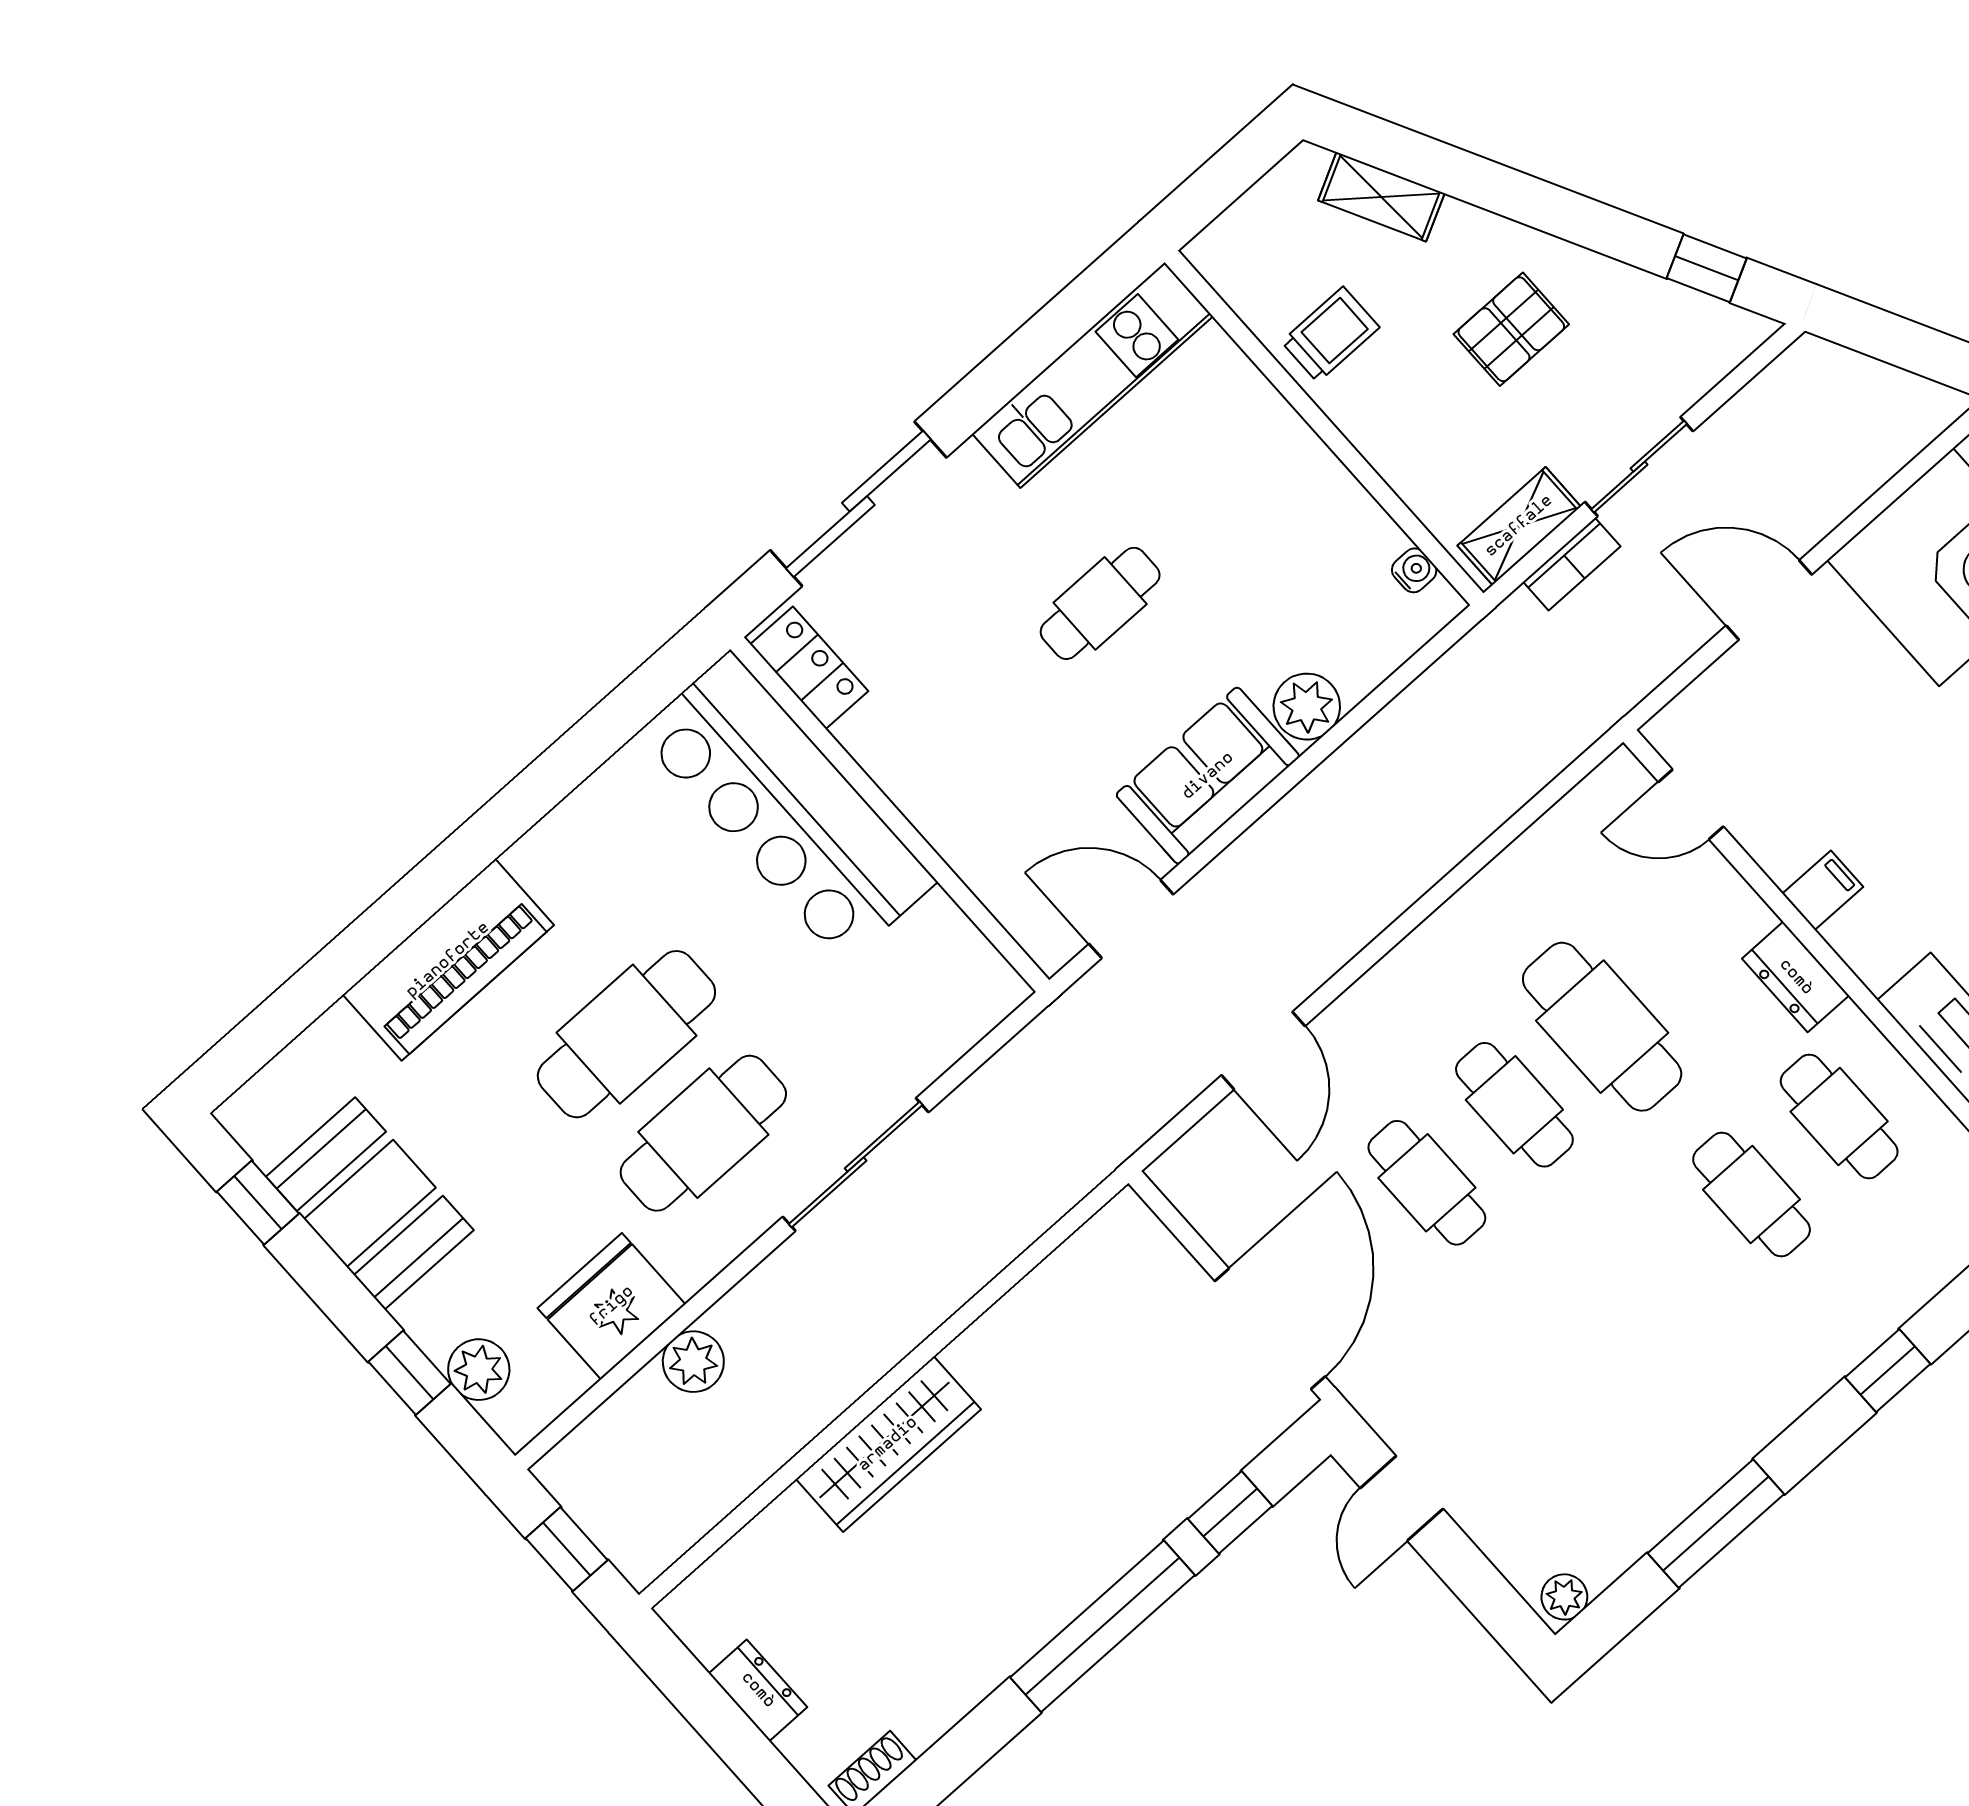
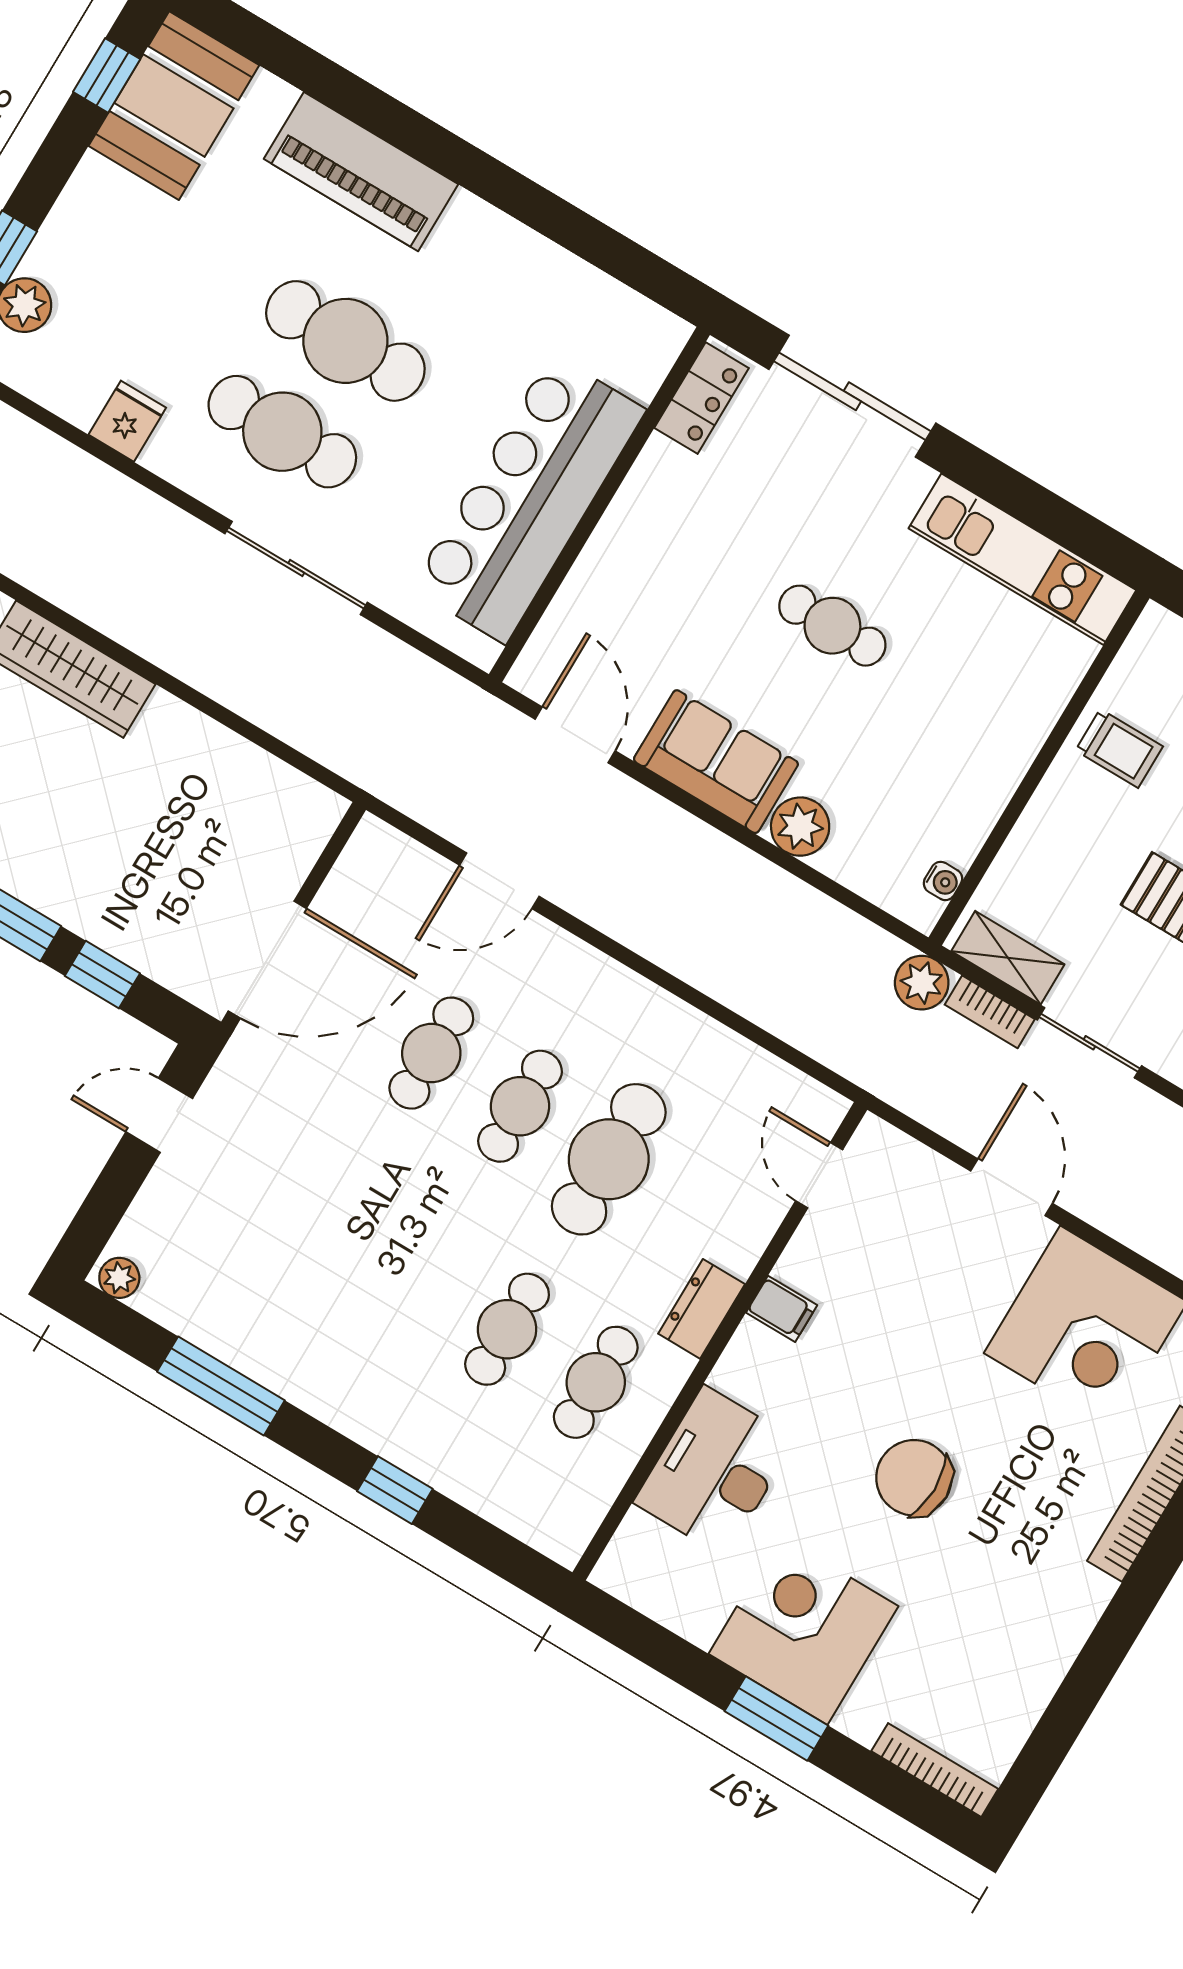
bar counter: (787, 808) -> (529, 499), moved
booth: (370, 1203) -> (174, 106), moved
fridge: (612, 1306) -> (127, 421), width x0.53, depth x0.75
plant: (693, 1362) -> (922, 983), moved

